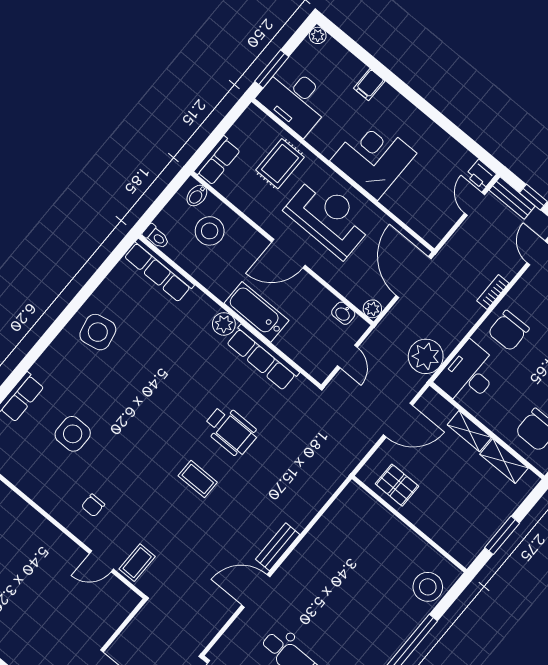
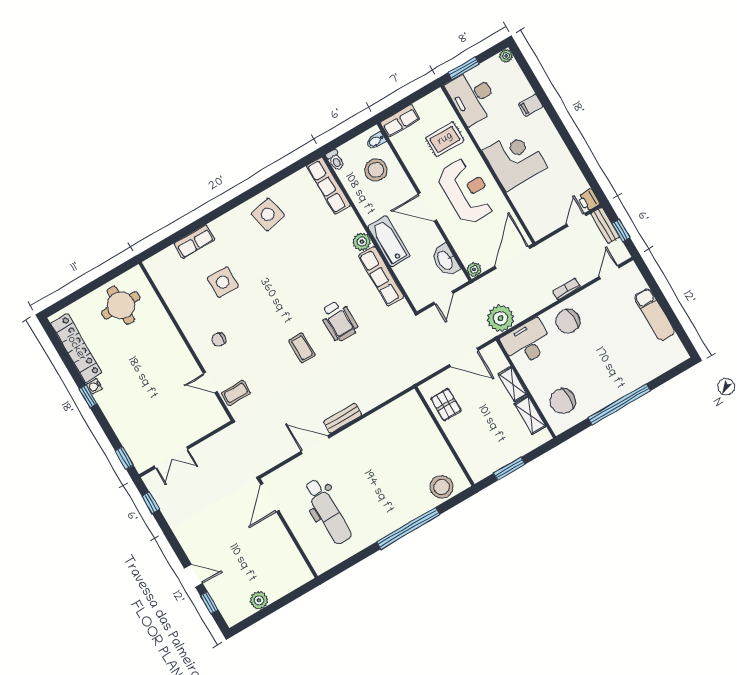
washbasin: (343, 313) -> (445, 260), width x1.91, depth x1.45

